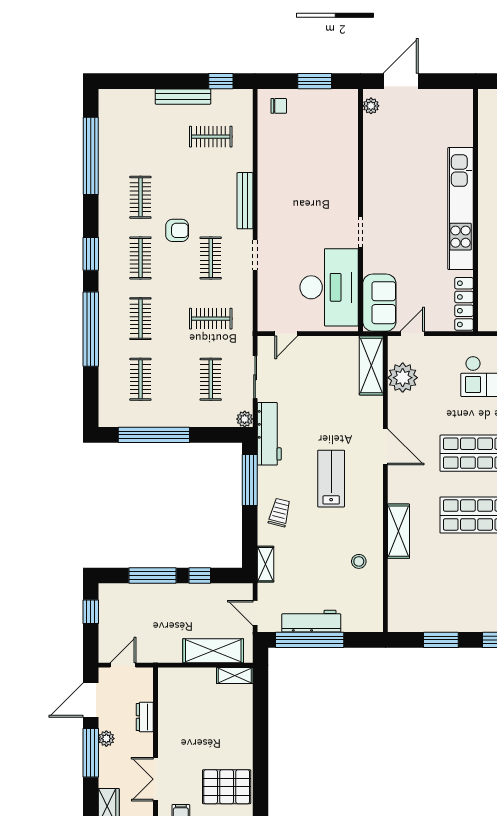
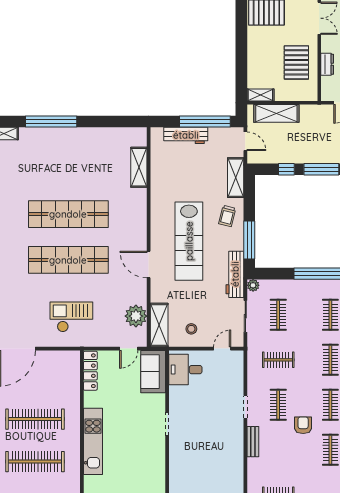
bench: (245, 201) -> (253, 442), width x0.73
kitchen unit: (461, 208) -> (93, 441), width x0.73
armchair: (177, 230) -> (303, 425), turned 90
desk: (329, 287) -> (185, 370), width x0.53, depth x0.77
lab bench: (331, 479) -> (189, 241), width x1.86, depth x1.39
shelving: (399, 531) -> (139, 167), moved
stool: (359, 561) -> (191, 329), moved
shelving: (266, 564) -> (236, 178), width x1.50, depth x1.33
workbench: (311, 621) -> (186, 135), moved
window: (441, 640) -> (108, 121), removed
pallet: (186, 720) -> (296, 62), added

